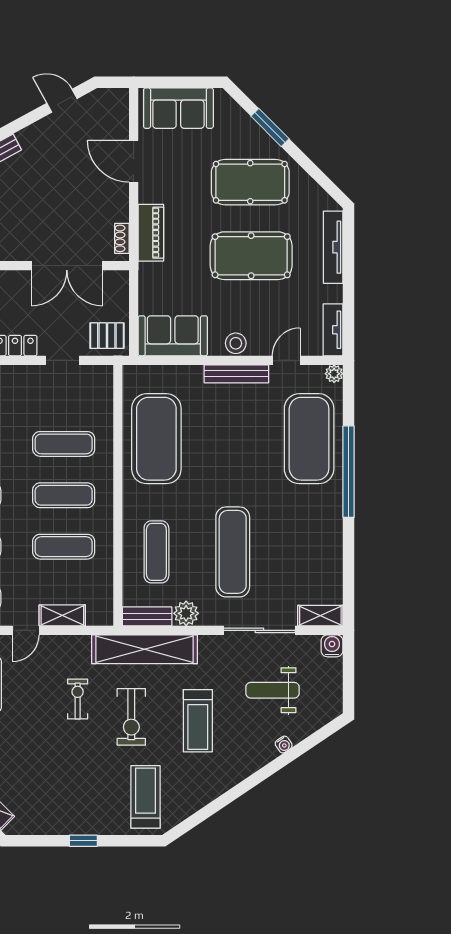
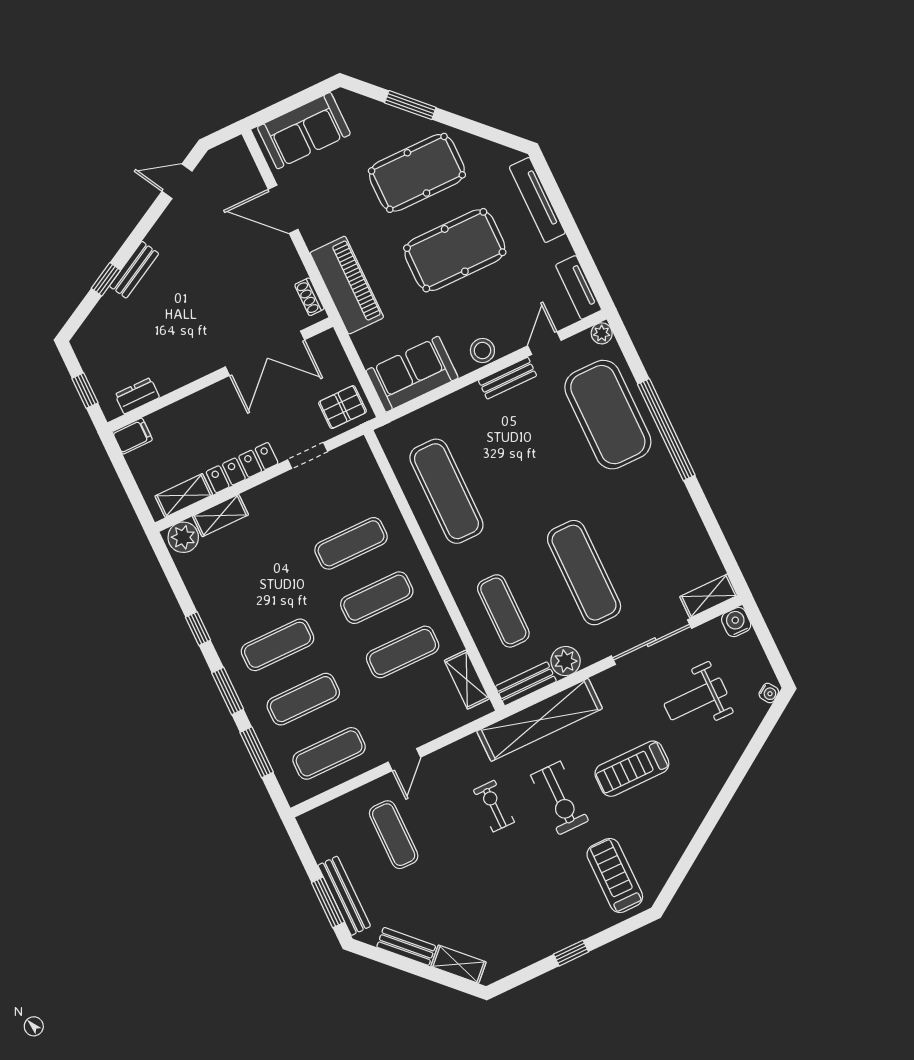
piano: (151, 233) -> (347, 285), width x1.37, depth x1.33
bench: (236, 374) -> (508, 378), width x0.73
exercise mat: (156, 439) -> (446, 491), width x0.68
shelving: (62, 615) -> (467, 680), moved, turned 90
treadmill: (198, 721) -> (632, 769), turned 90
water cooler: (284, 745) -> (769, 693), moved

